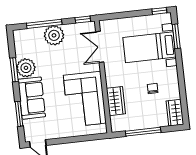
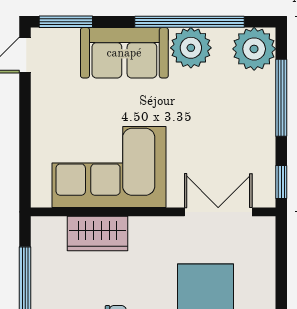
plant: (54, 35) -> (254, 49), moved
window: (14, 70) -> (190, 22), width x2.11
window: (19, 114) -> (66, 22), moved

